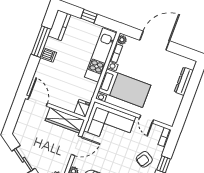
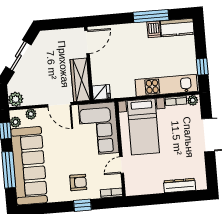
window: (89, 16) -> (202, 67), moved
dishwasher: (48, 55) -> (154, 29), moved
armchair: (144, 159) -> (78, 182), turned 148

